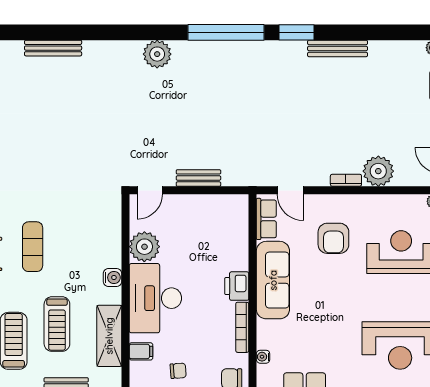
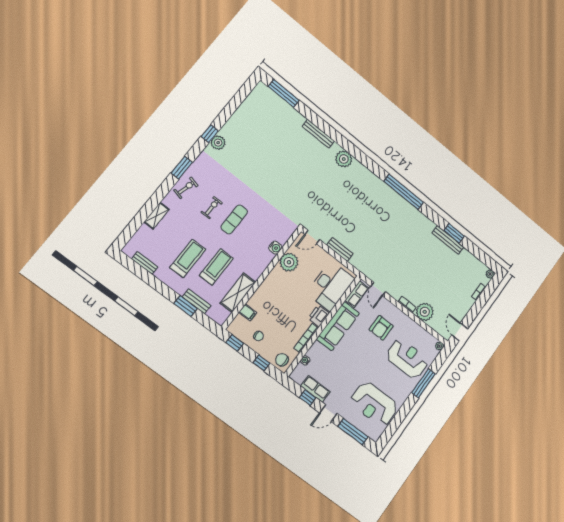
window: (297, 32) -> (454, 233), moved
plant: (157, 54) -> (344, 159), moved
water cooler: (112, 277) -> (275, 248), moved
desk: (155, 298) -> (330, 286), moved, turned 180
treadmill: (57, 324) -> (216, 267), turned 180

